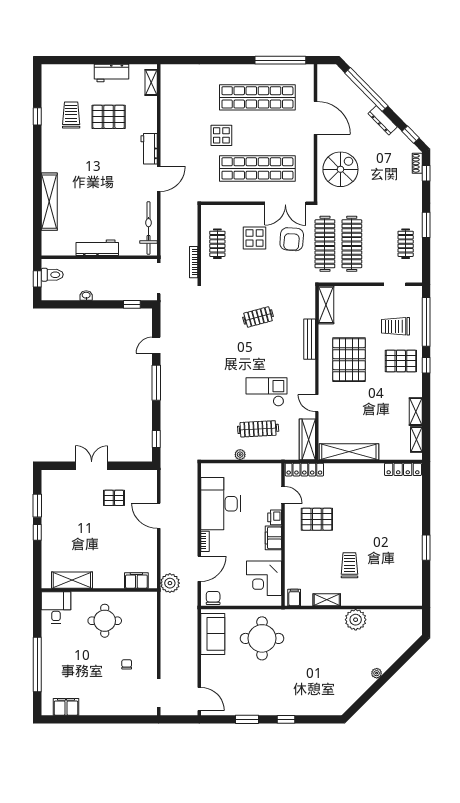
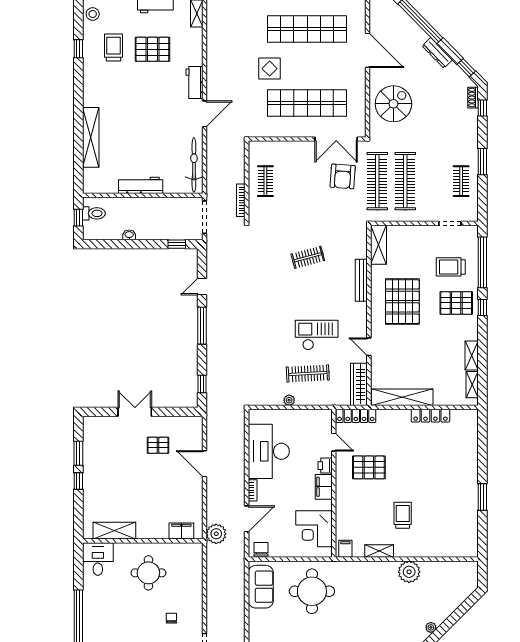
stool: (51, 83) -> (93, 14), added
display table: (255, 238) -> (304, 175), removed
locker: (403, 469) -> (430, 416), moved

